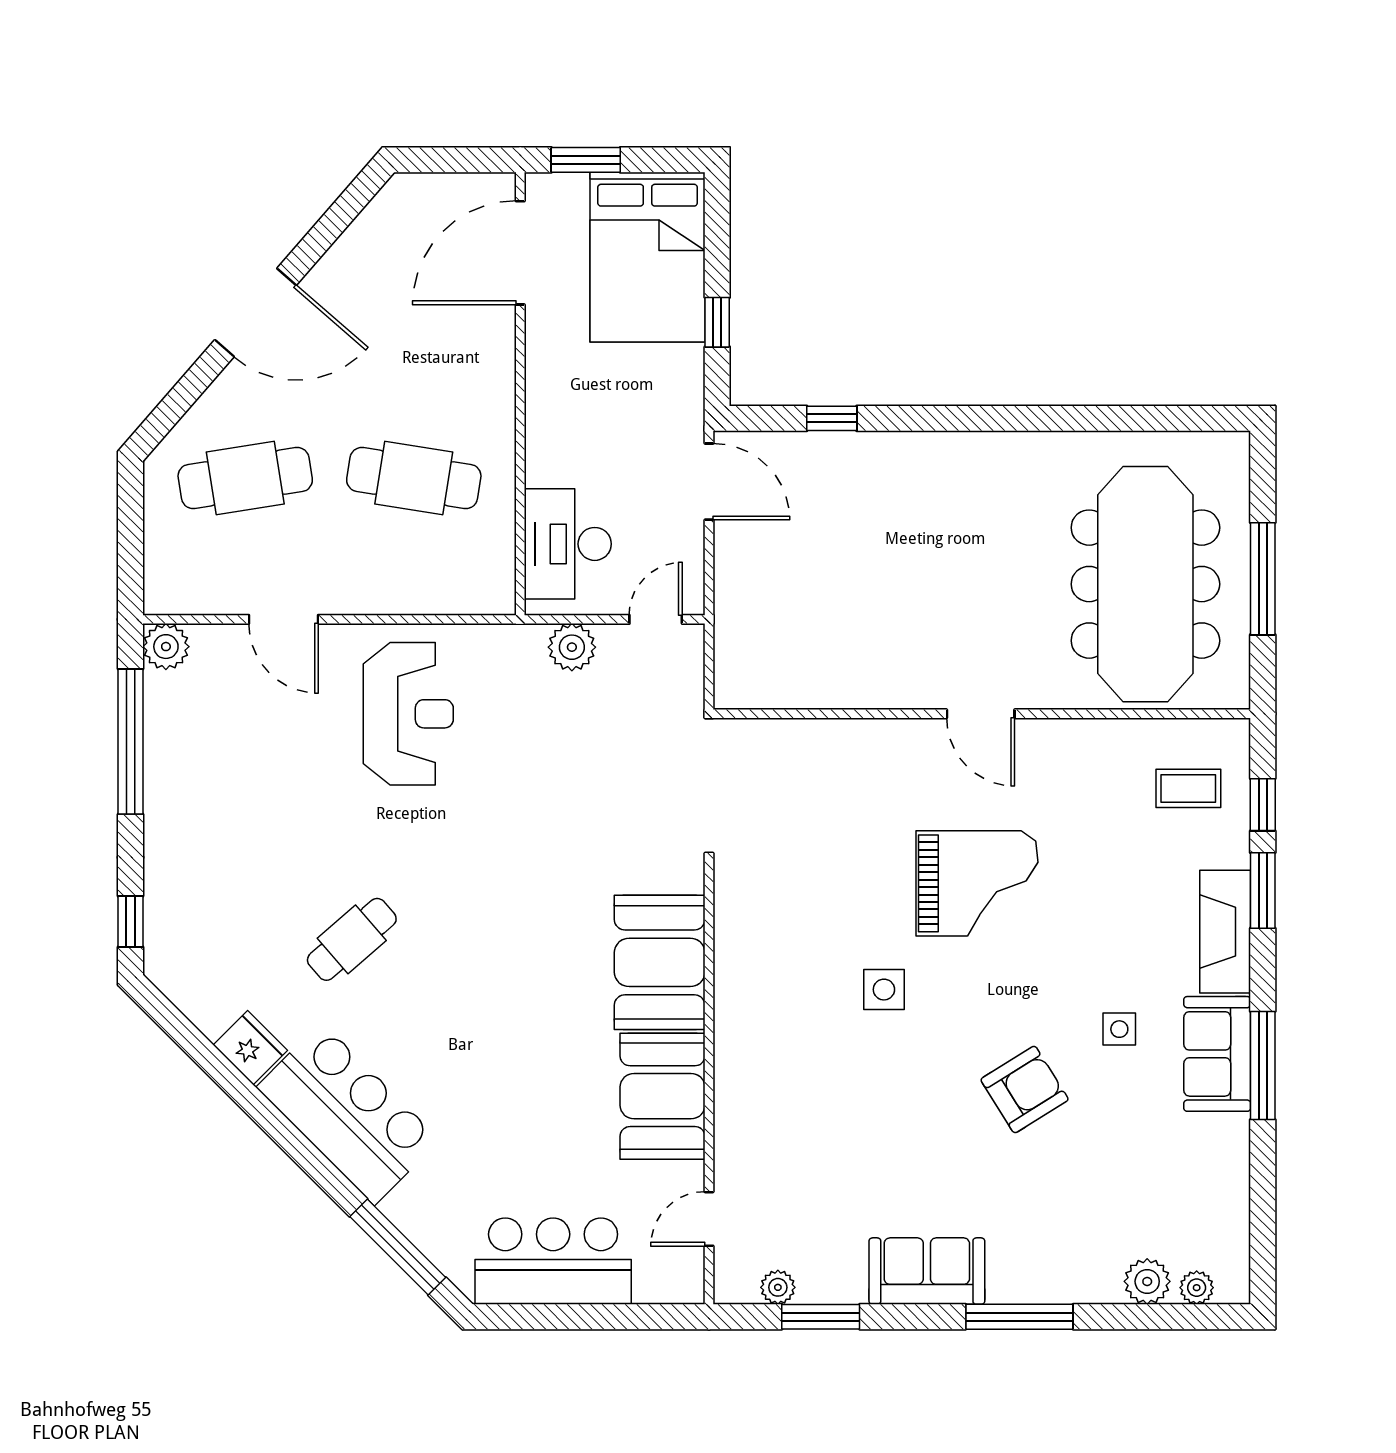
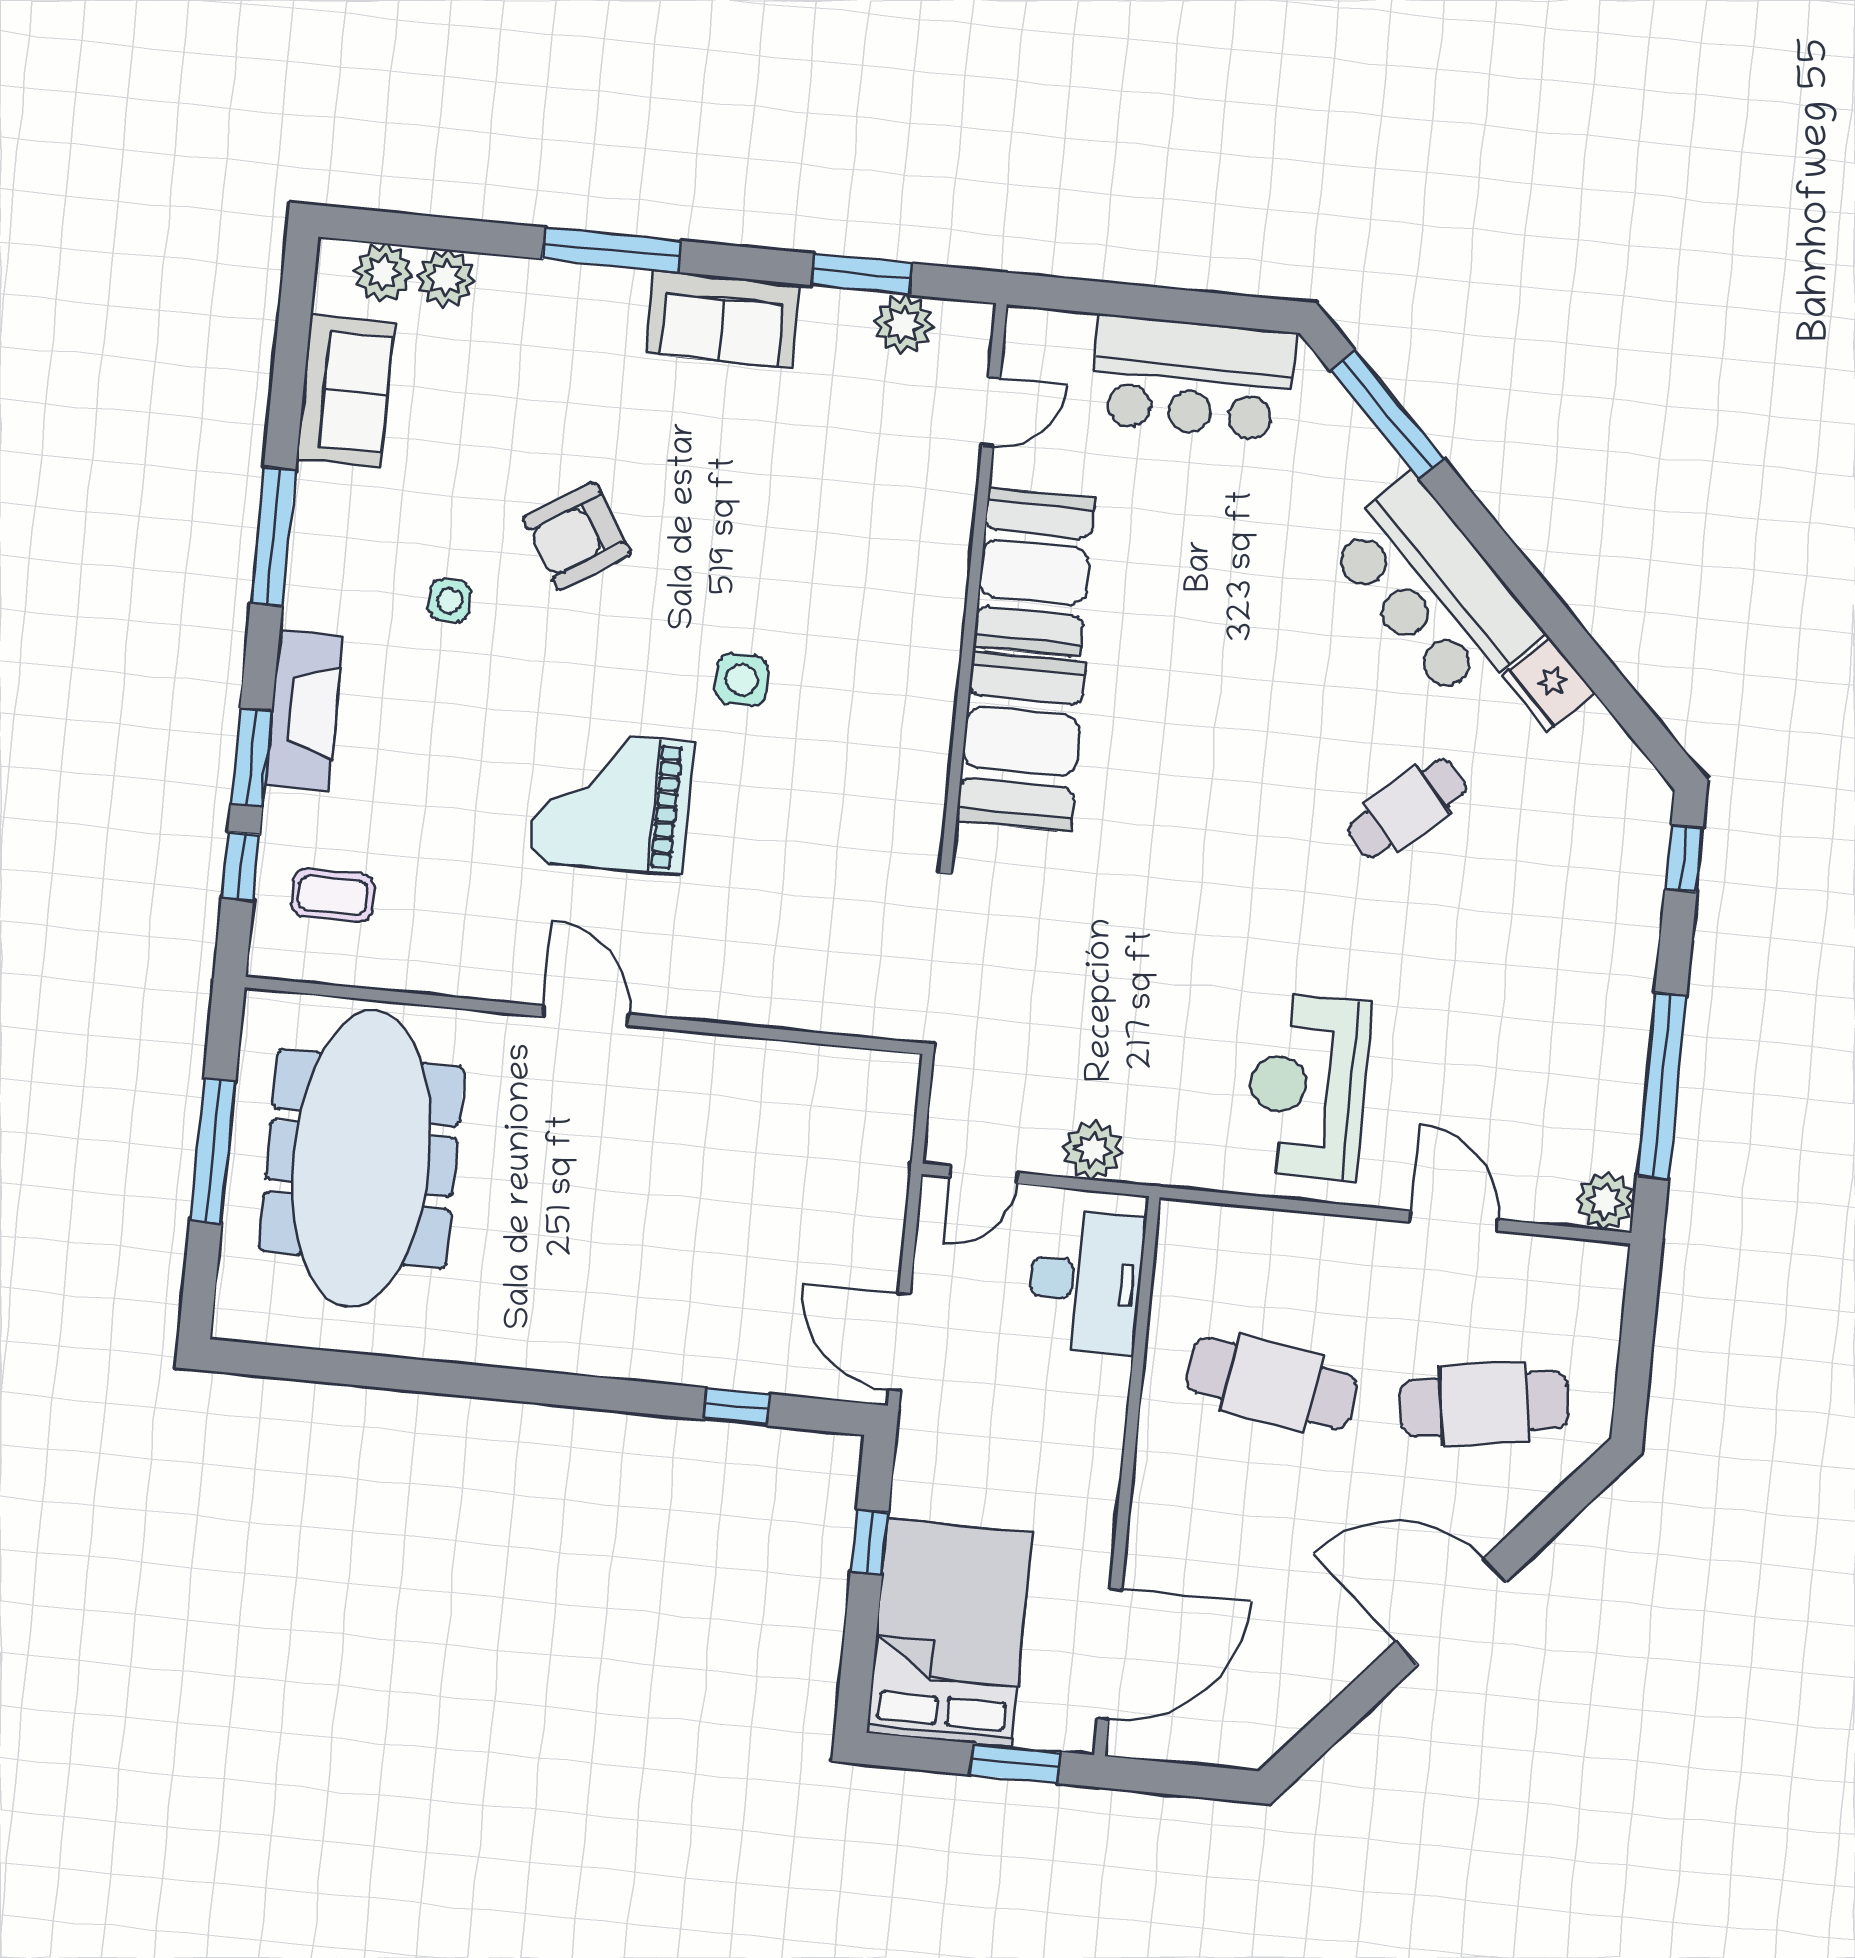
sofa: (1217, 1054) -> (345, 391), moved
plant: (778, 1287) -> (903, 324), width x1.38, depth x1.38
plant: (1197, 1288) -> (383, 273), width x1.38, depth x1.38

